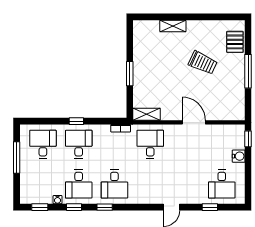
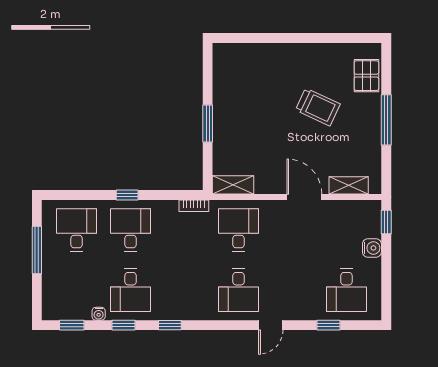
shelving: (173, 26) -> (349, 185), moved
desk: (114, 184) -> (239, 290), moved

